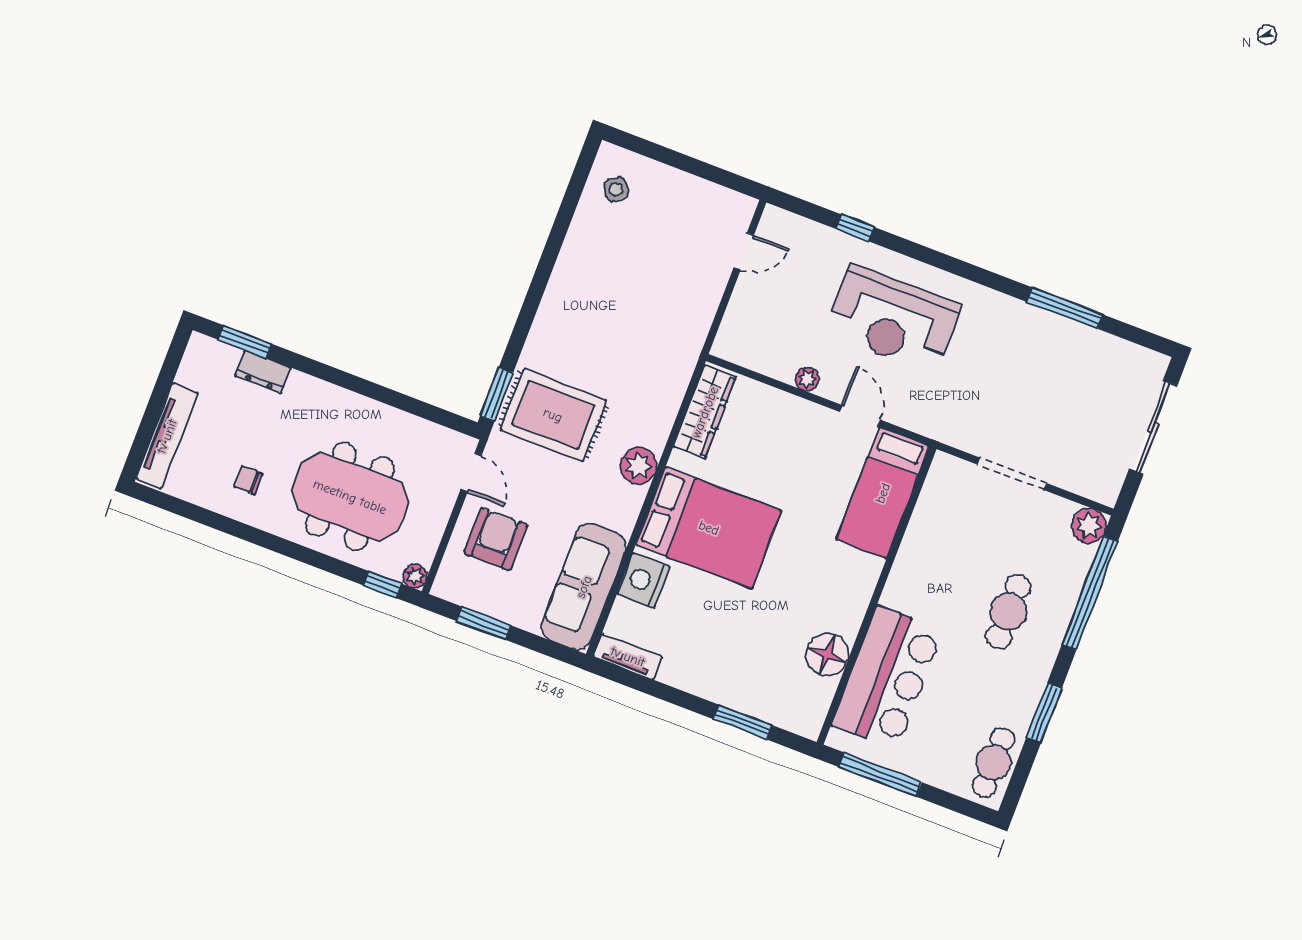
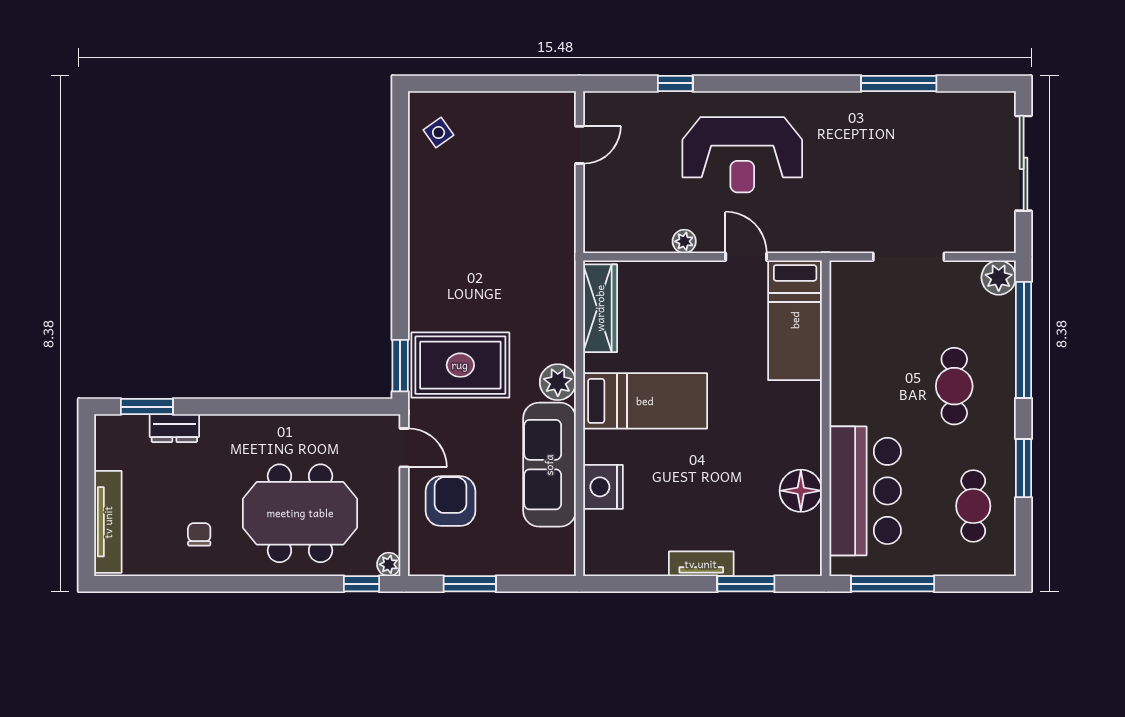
chair: (248, 480) -> (199, 534), turned 90
bed: (709, 528) -> (645, 401), width x0.67
sofa: (584, 587) -> (549, 465), moved
tv unit: (628, 657) -> (701, 564), moved
cafe table: (993, 763) -> (973, 506), moved

